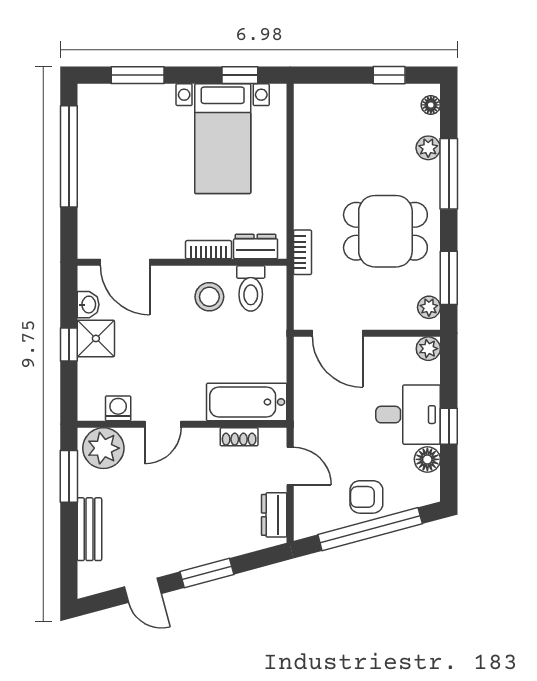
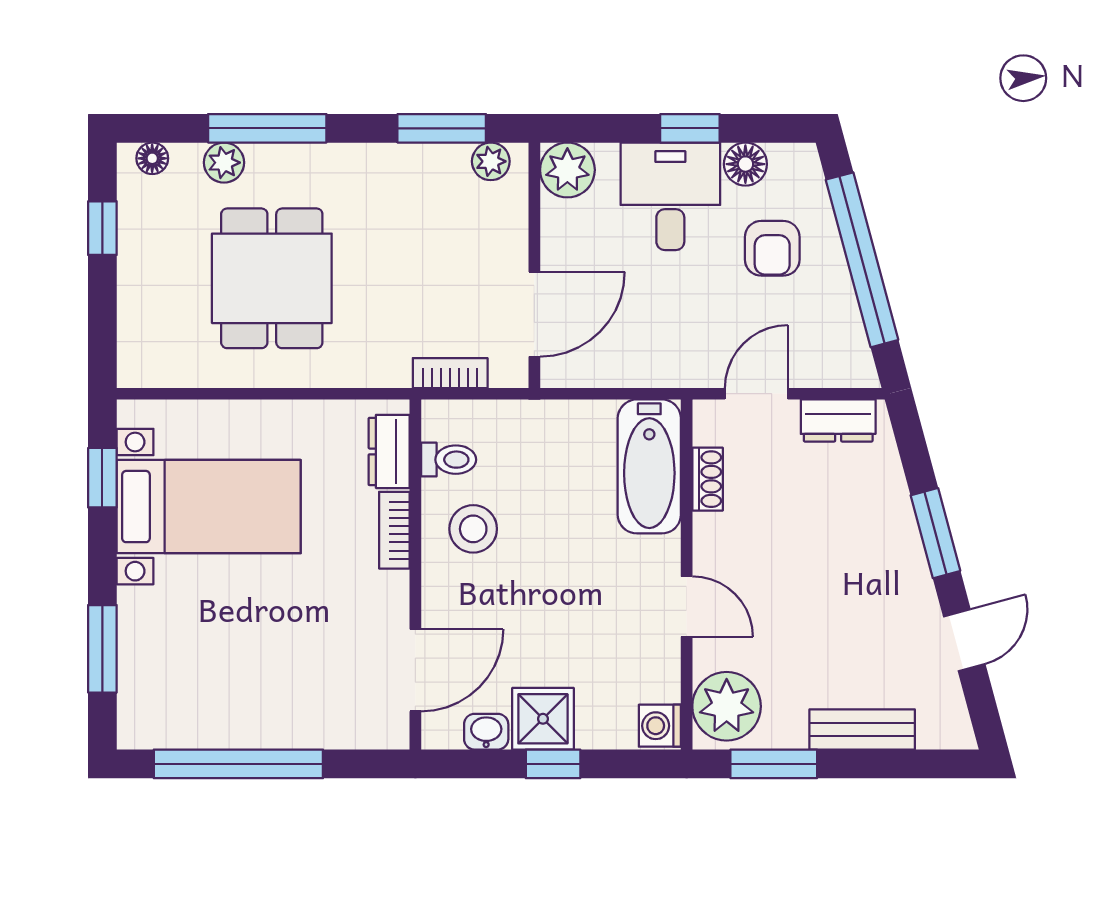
dining table: (385, 231) -> (272, 278), moved
bookcase: (302, 252) -> (450, 373), moved
toilet: (251, 288) -> (449, 460), width x0.73, depth x0.72
plant: (428, 349) -> (567, 170), width x1.38, depth x1.38
washing machine: (118, 408) -> (660, 726), moved
armchair: (366, 497) -> (772, 248), moved

